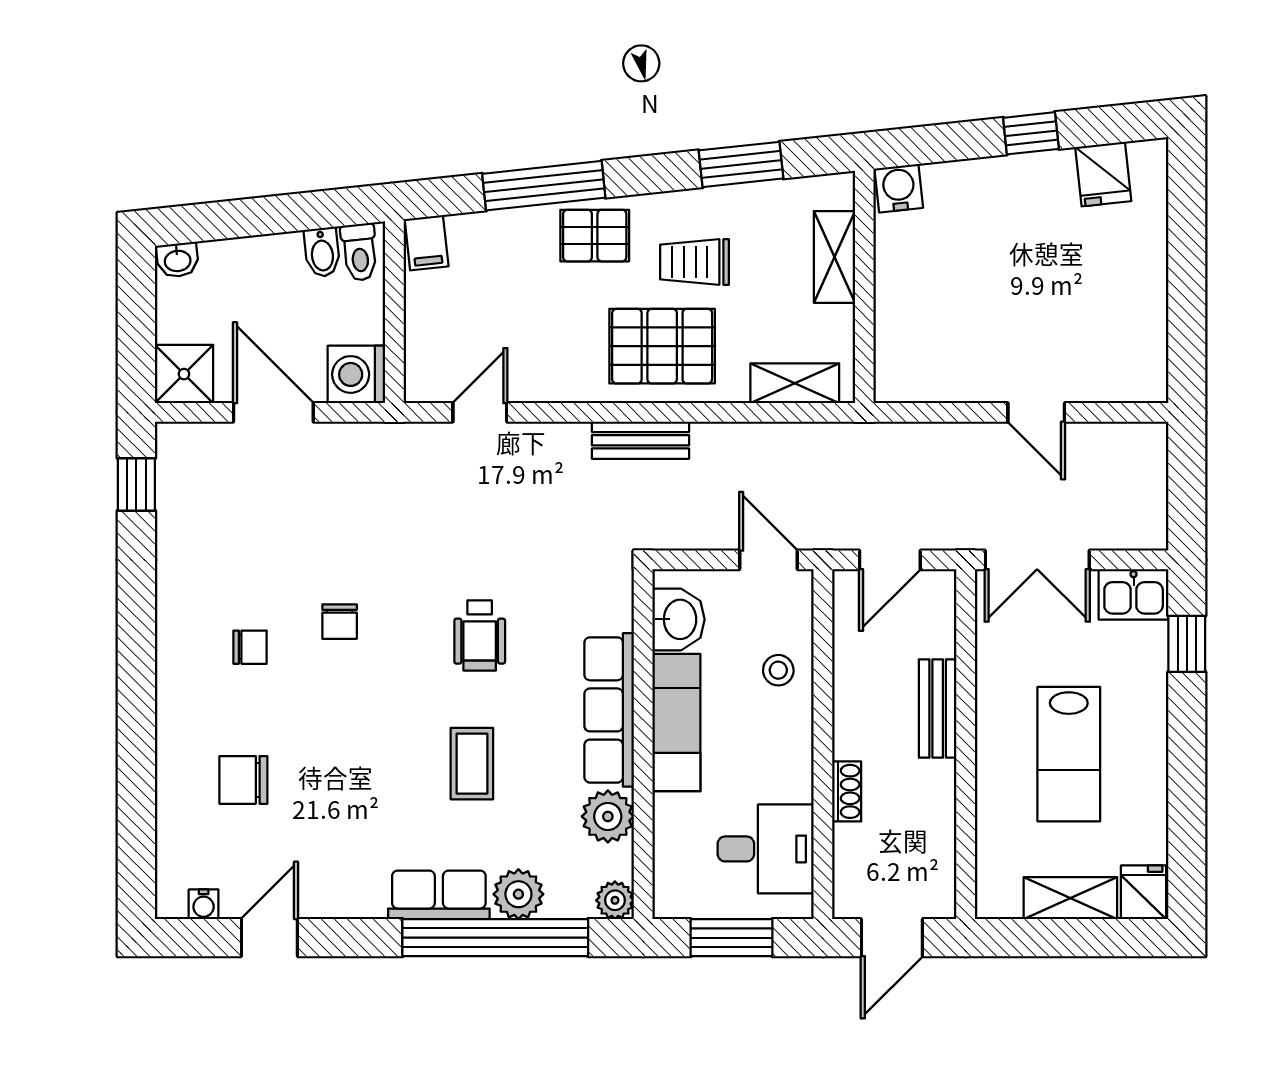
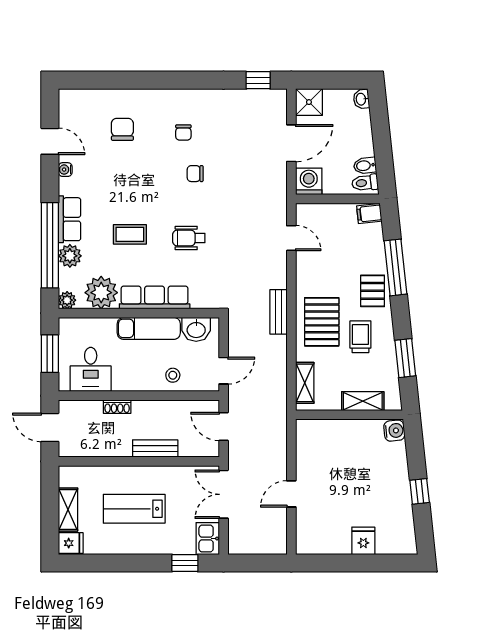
fridge: (1103, 174) -> (363, 541), moved, turned 96
plant: (608, 816) -> (101, 293), width x1.36, depth x1.36
water cooler: (204, 904) -> (65, 170), moved

